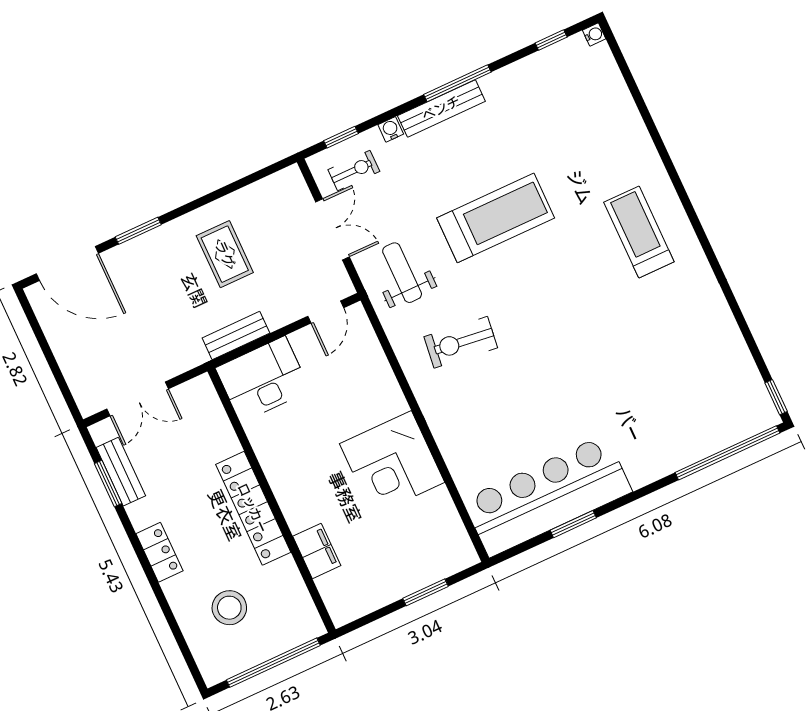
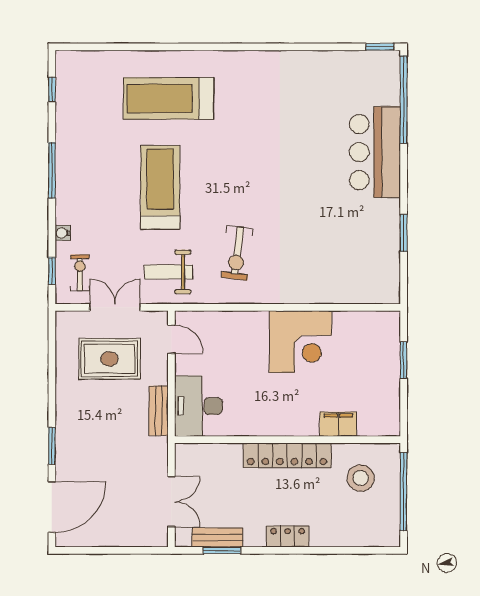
water cooler: (594, 34) -> (62, 57), removed
bench: (441, 108) -> (65, 190), removed
treadmill: (639, 232) -> (169, 98), moved, width x1.37, depth x1.38
rug: (225, 254) -> (109, 359), moved, width x1.36, depth x1.43
bar counter: (547, 496) -> (375, 152), moved, width x0.73
stool: (229, 608) -> (361, 478), moved

